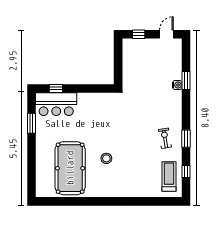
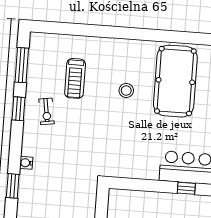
water cooler: (177, 85) -> (26, 163), moved
window: (186, 172) -> (22, 65), width x2.17
treadmill: (169, 177) -> (75, 78), moved

